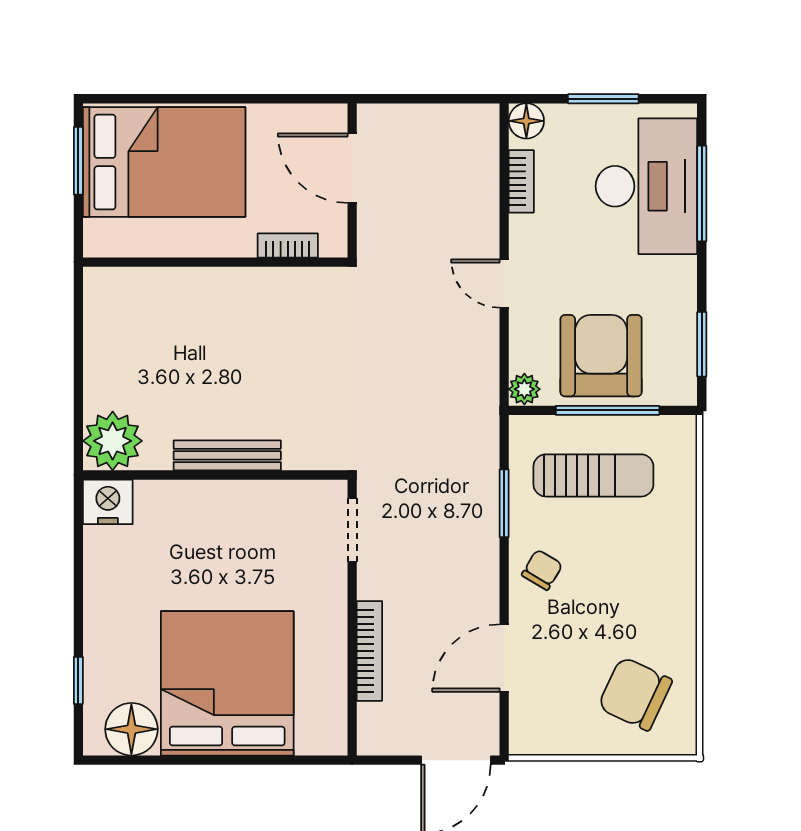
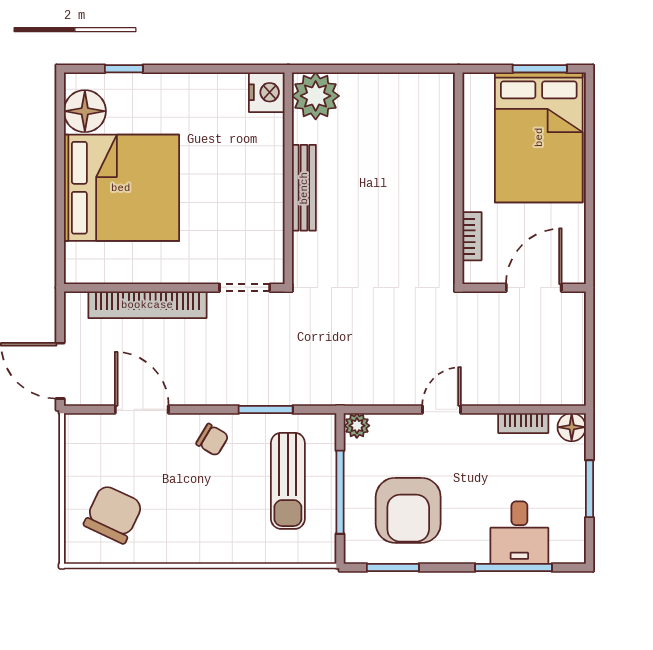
desk: (646, 186) -> (519, 533), width x0.53, depth x0.77
armchair: (601, 356) -> (408, 510), moved, turned 90
bookcase: (369, 651) -> (147, 305), width x1.48, depth x1.31

